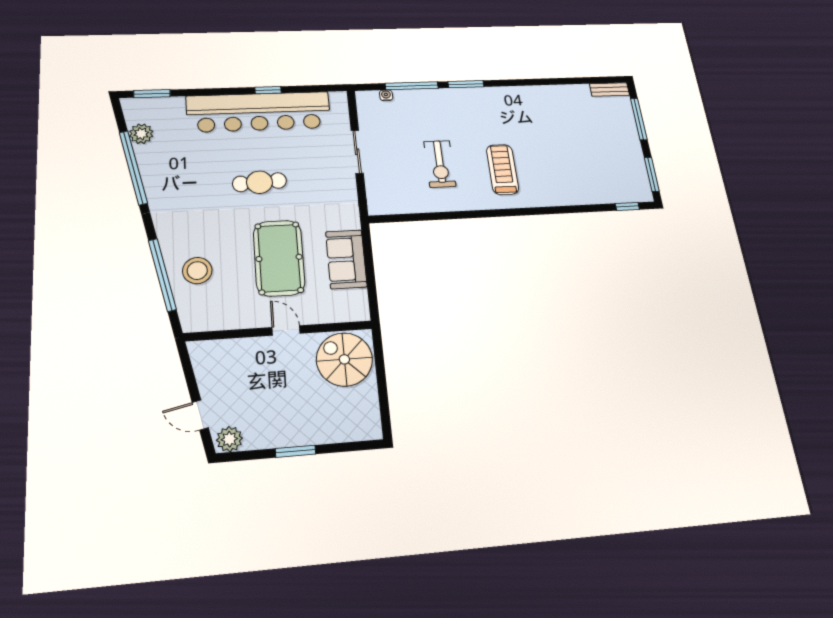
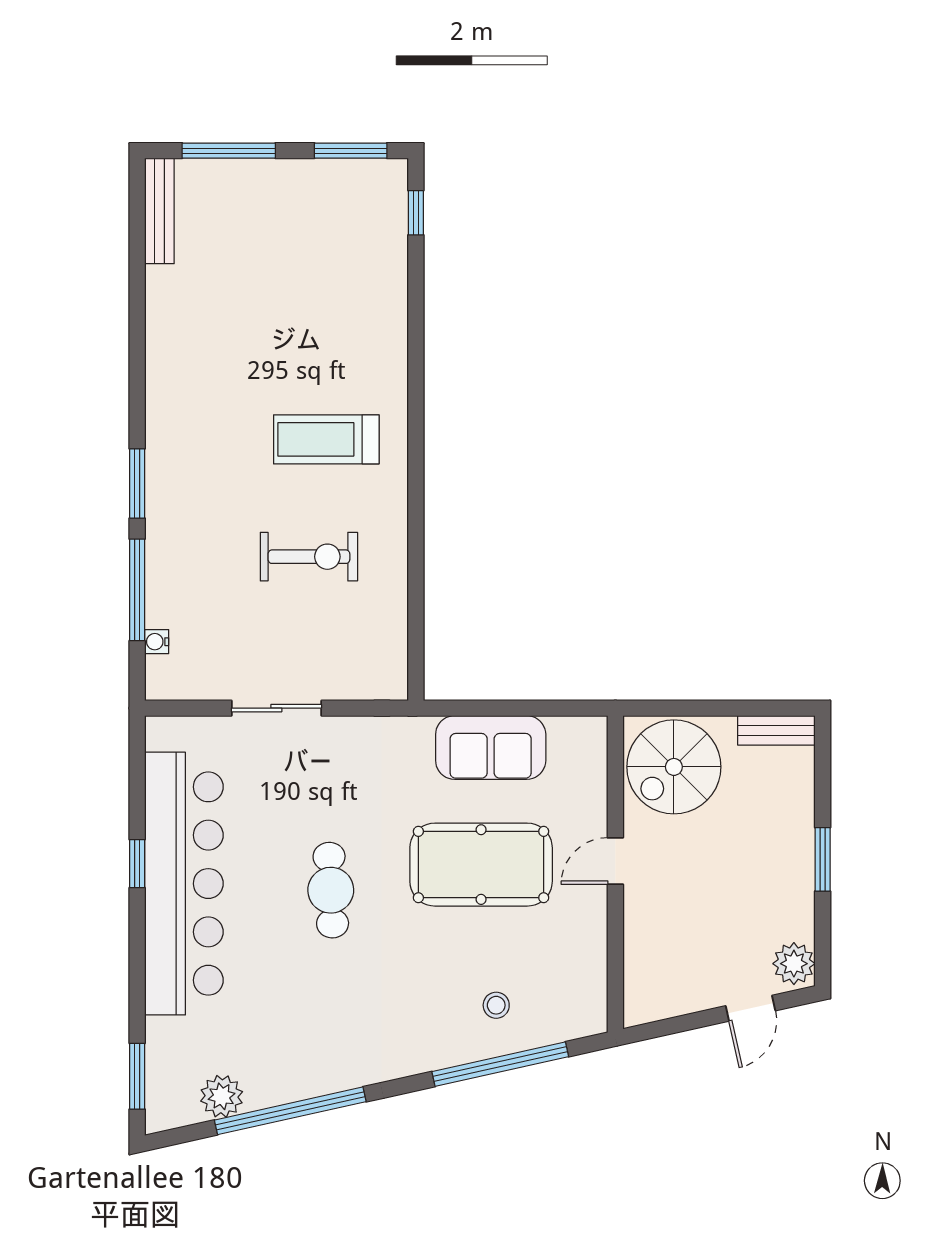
bench: (609, 89) -> (159, 211), width x1.36
stool: (197, 271) -> (496, 1005), width x0.53, depth x0.53
bench: (372, 417) -> (776, 730), added

